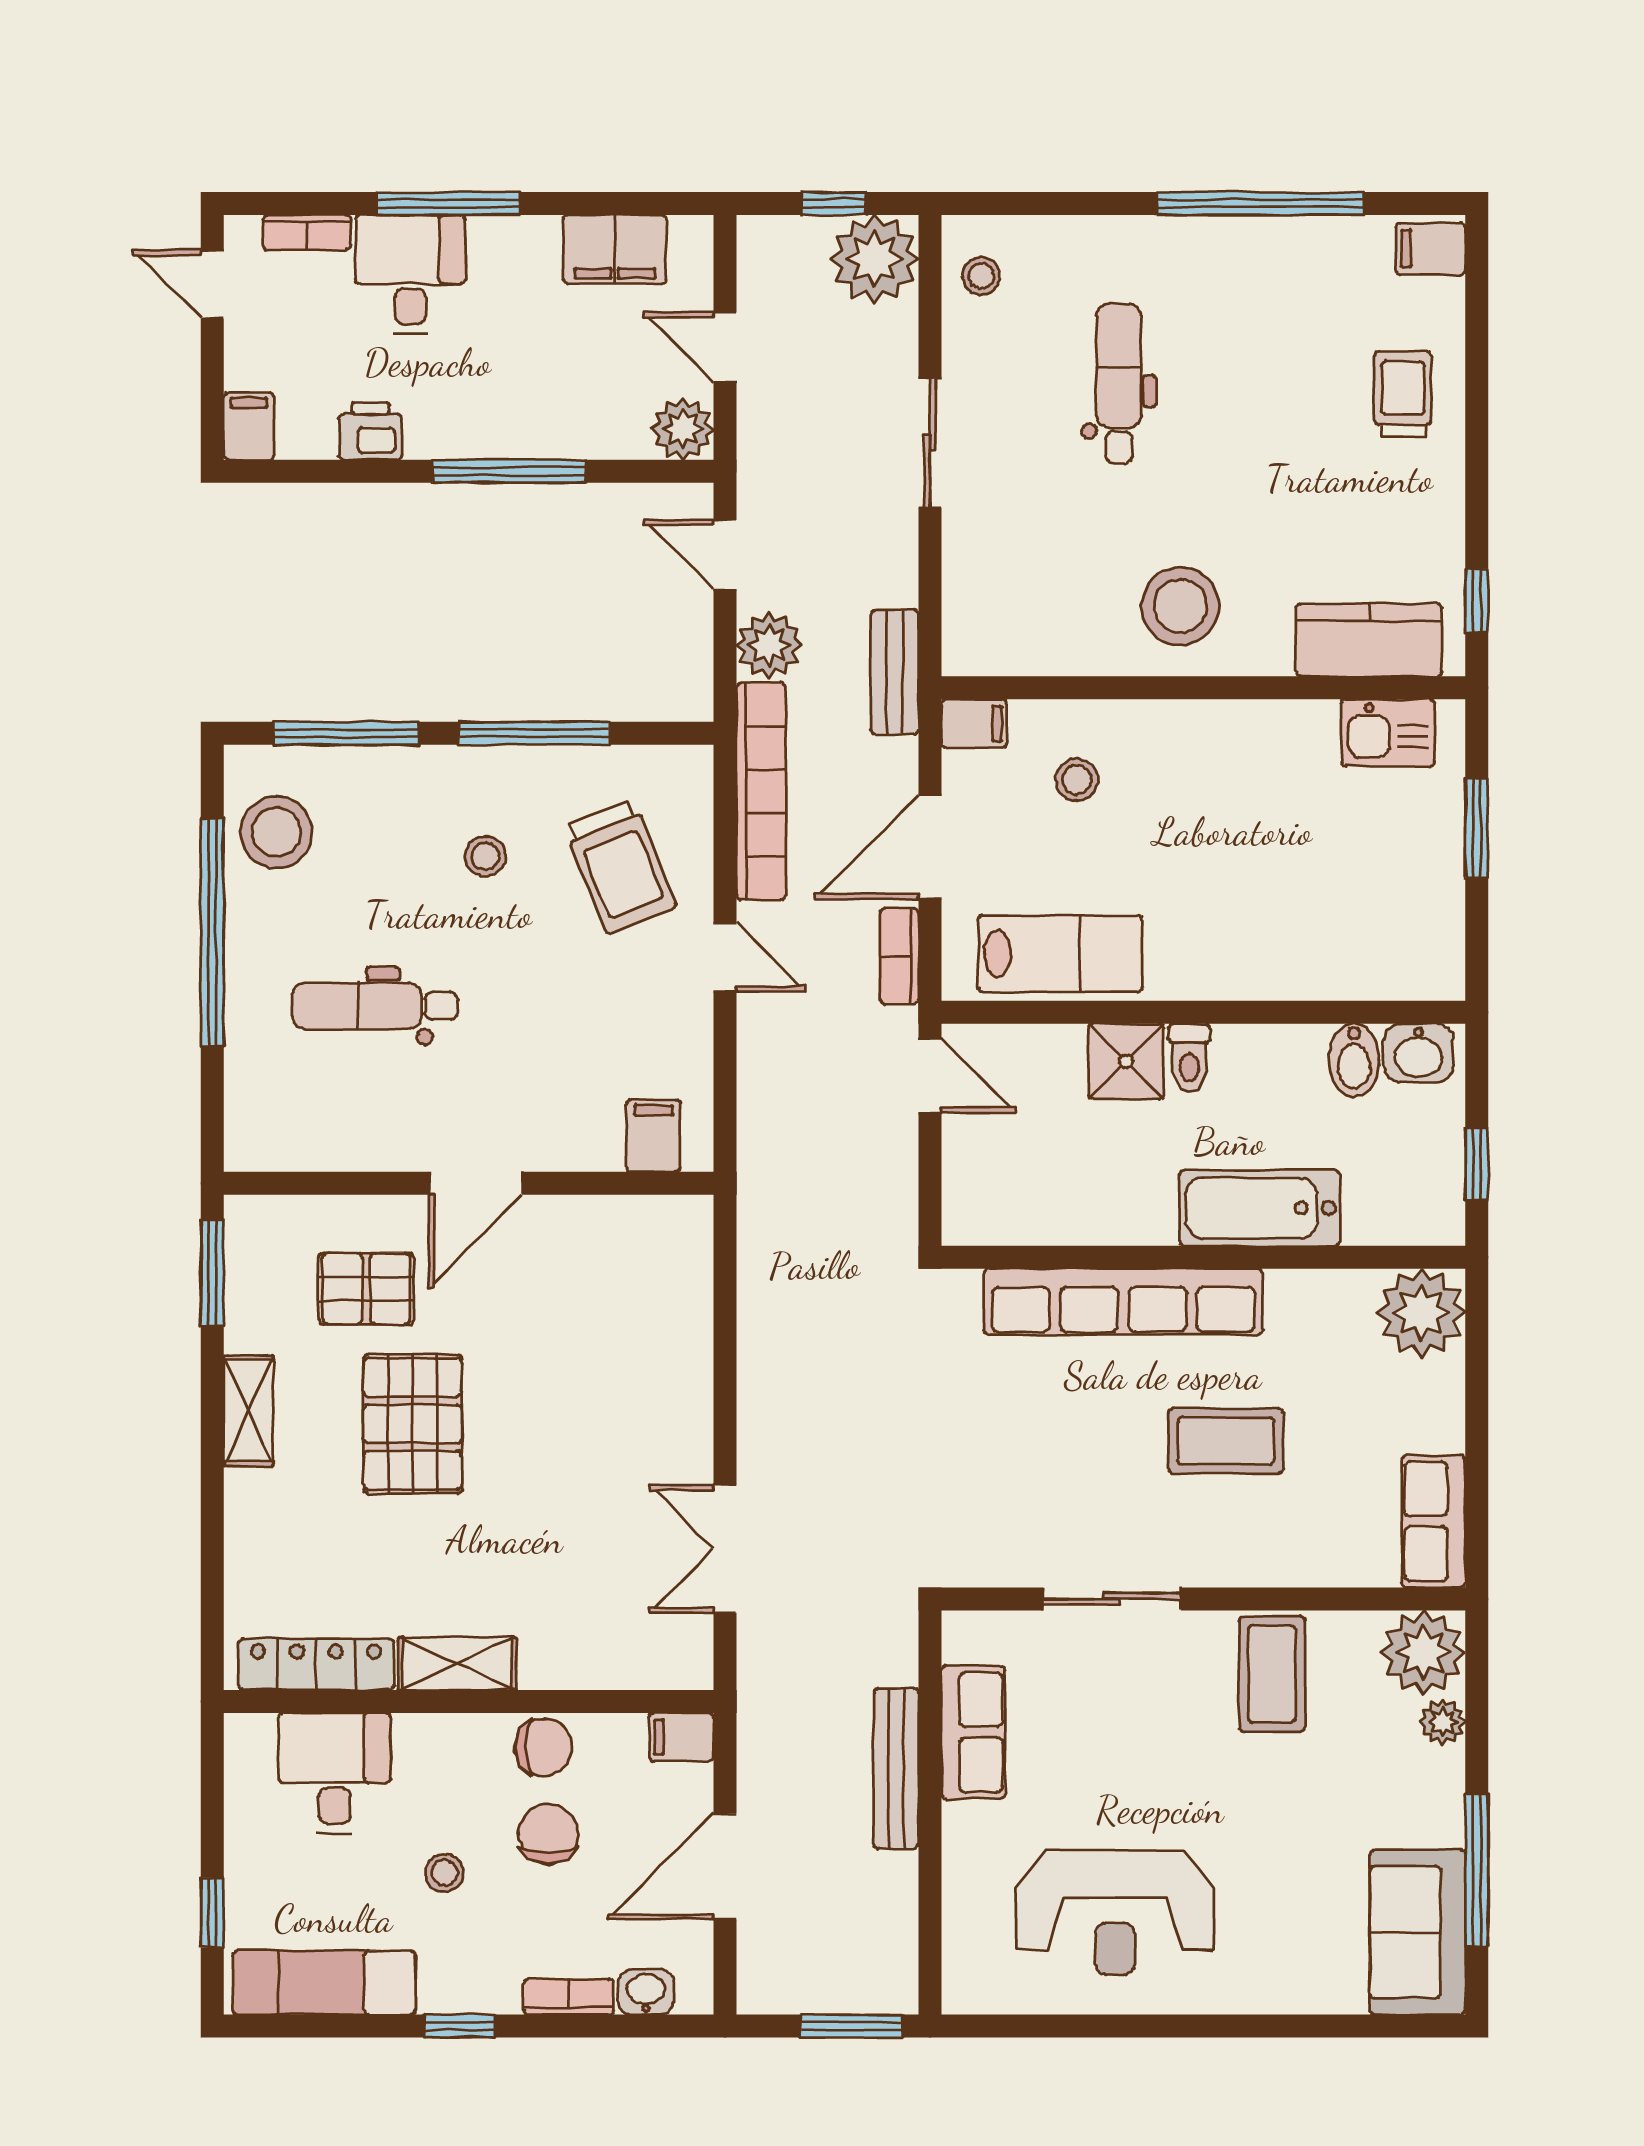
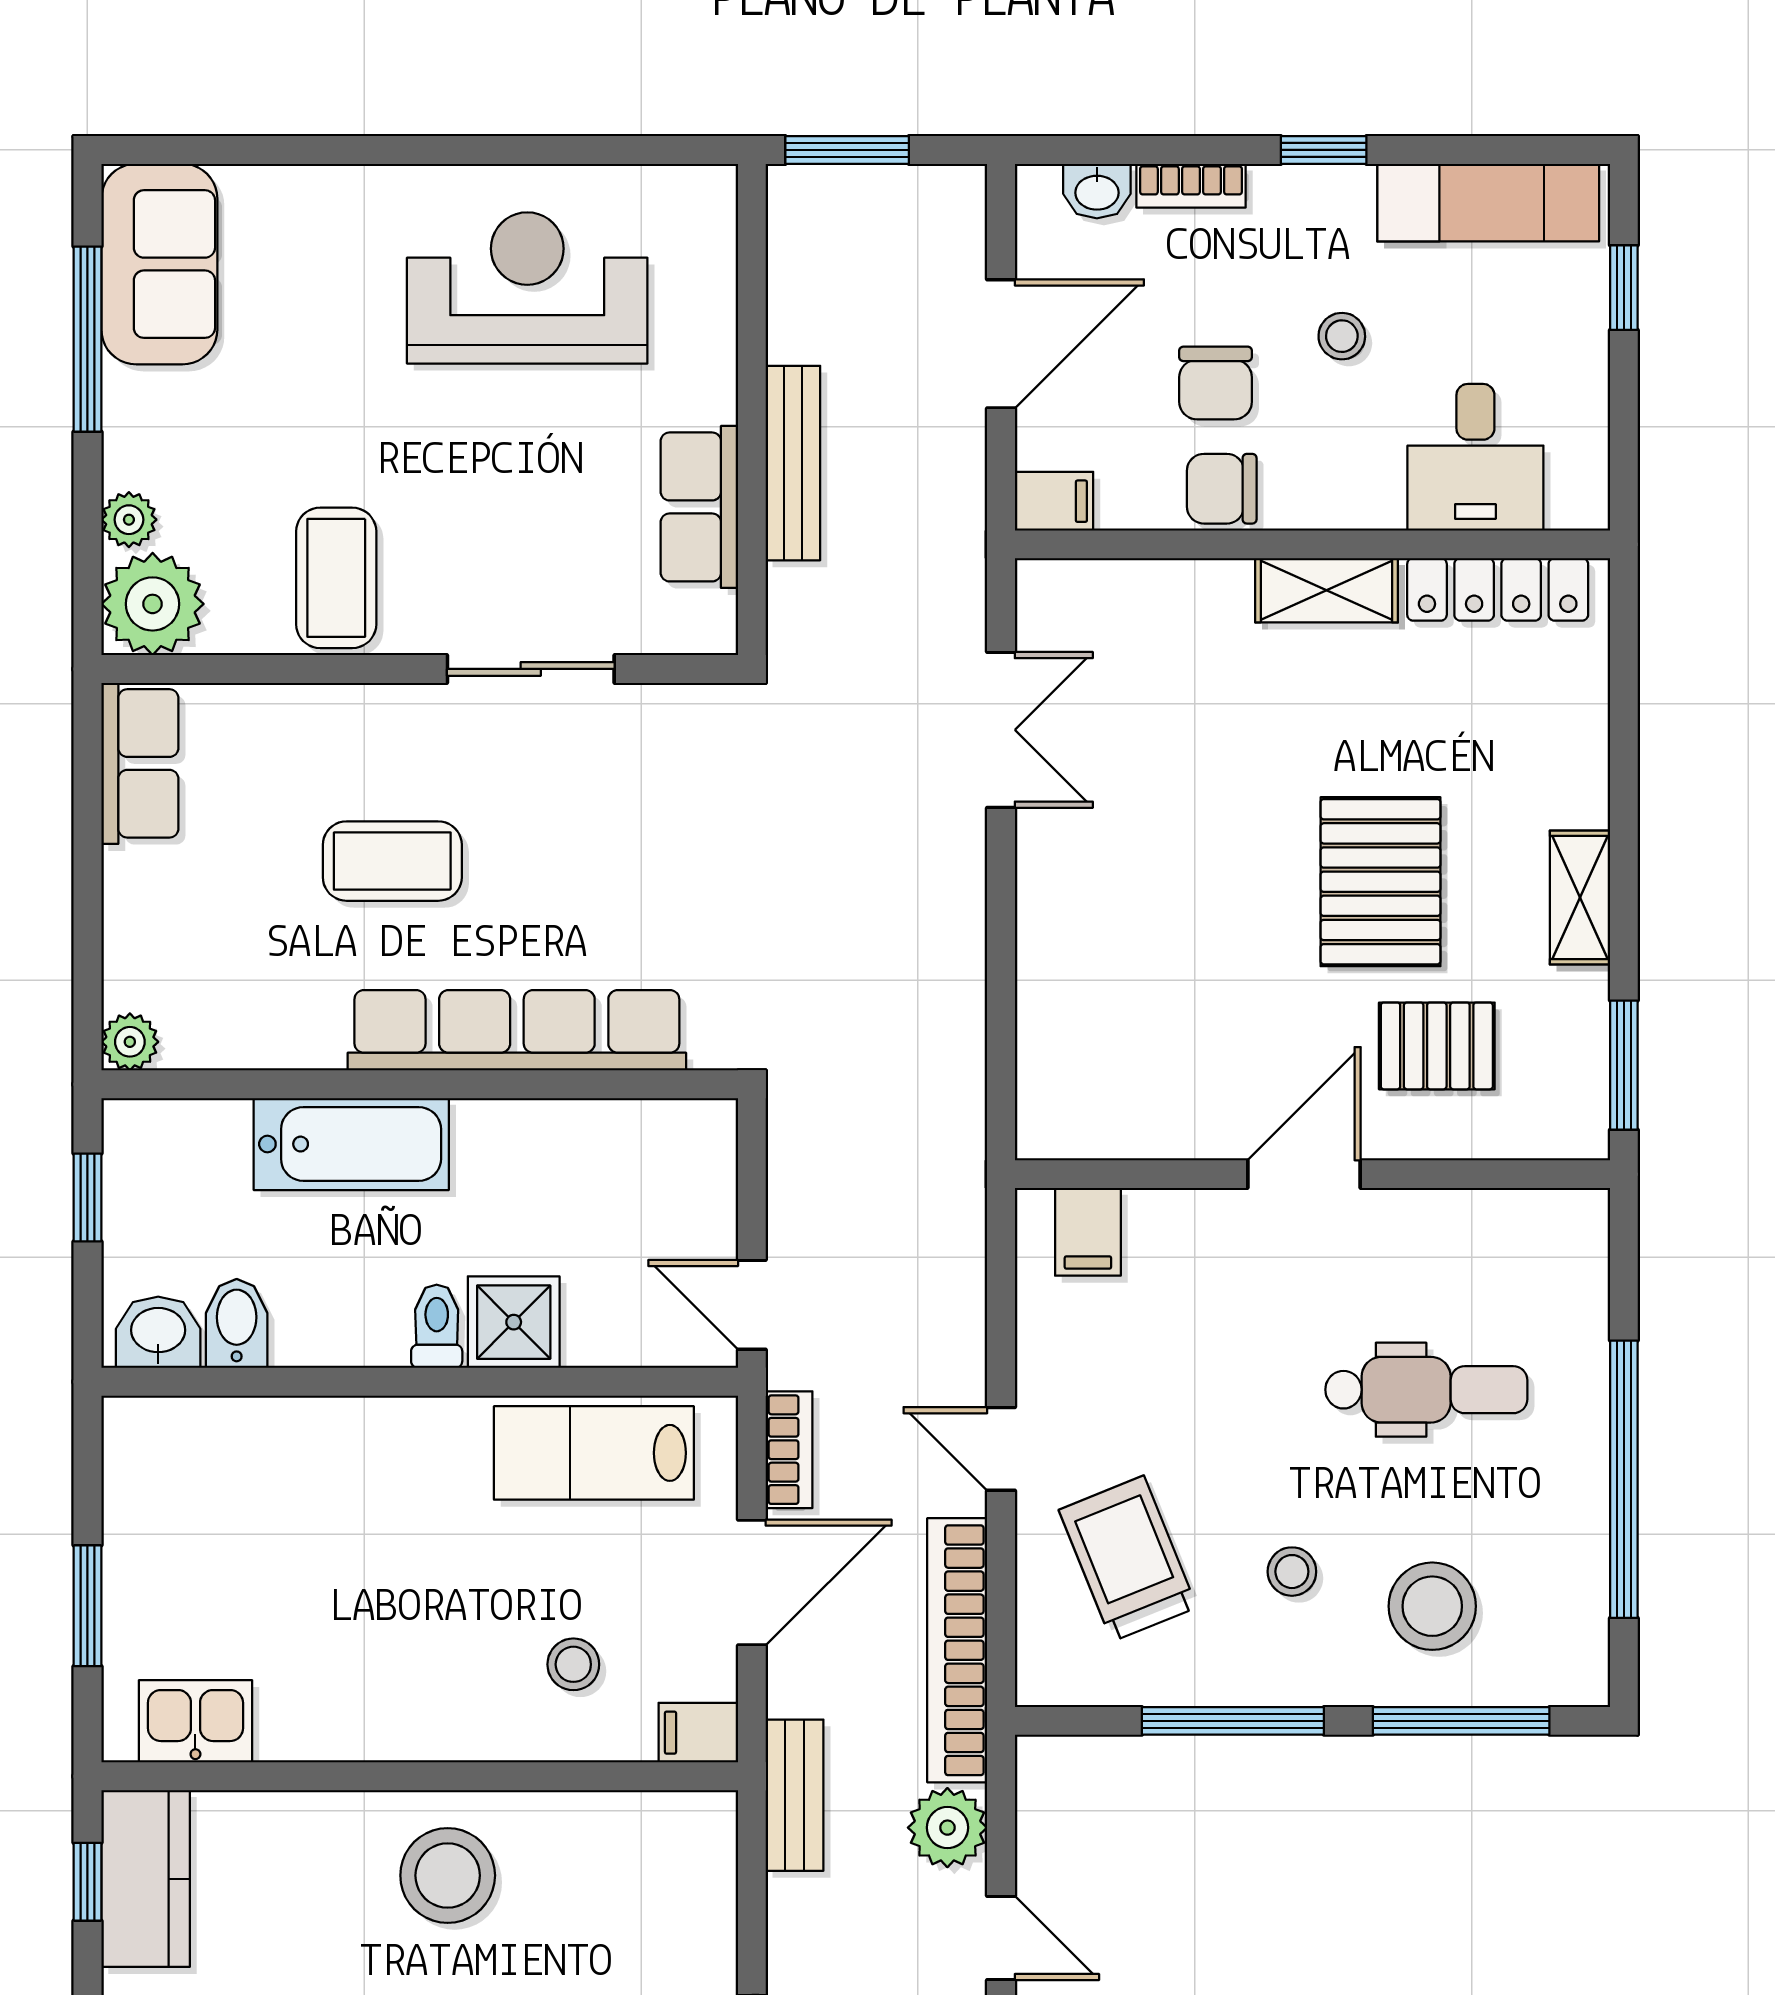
kitchen counter: (1369, 640) -> (146, 1879), moved, turned -90
stool: (276, 832) -> (1432, 1606), moved
plant: (1421, 1313) -> (130, 1042), width x0.53, depth x0.53

